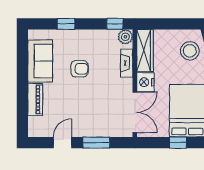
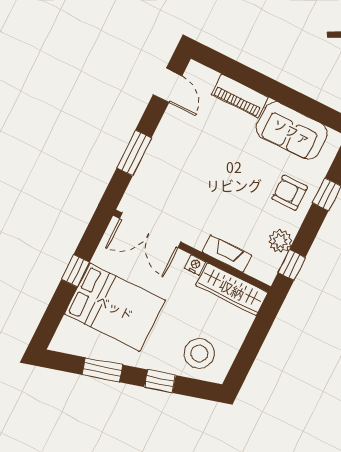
plant: (125, 37) -> (280, 241), moved
armchair: (79, 69) -> (290, 193), moved, turned 90
nightstand: (145, 82) -> (195, 265), width x0.53, depth x0.56
door: (63, 143) -> (168, 85), moved

